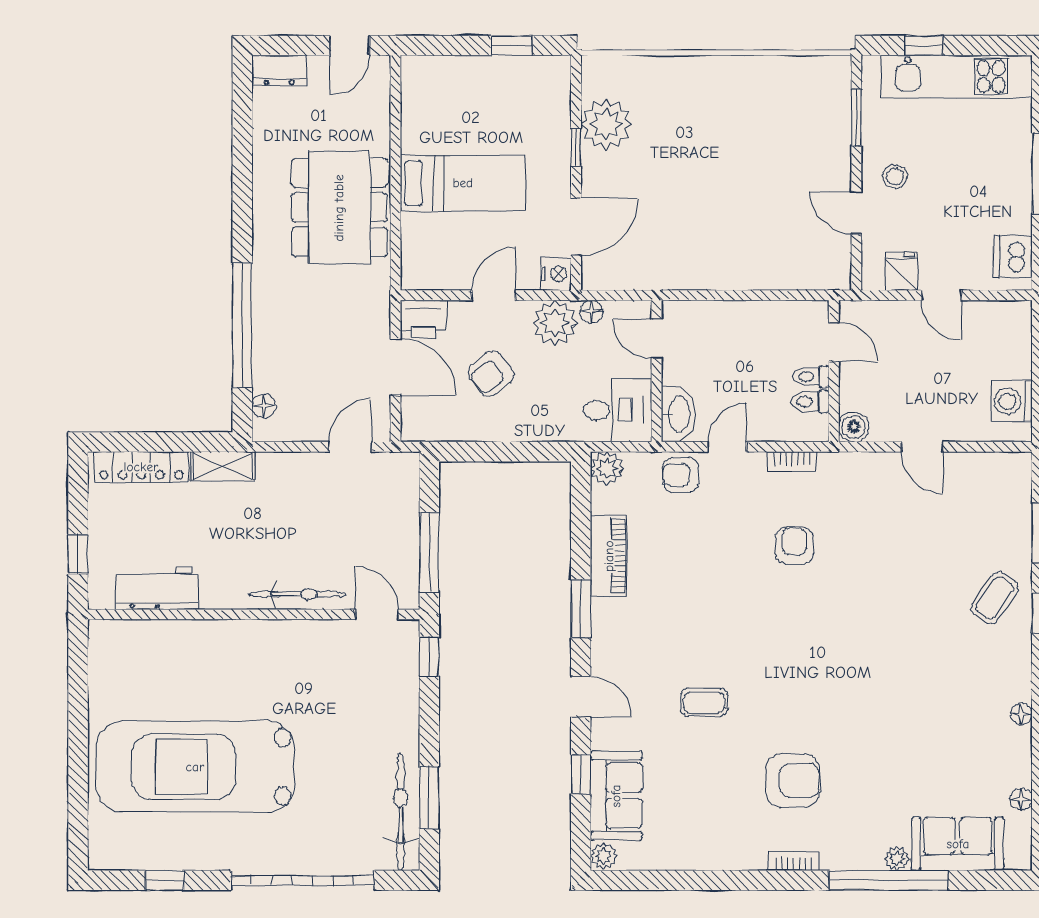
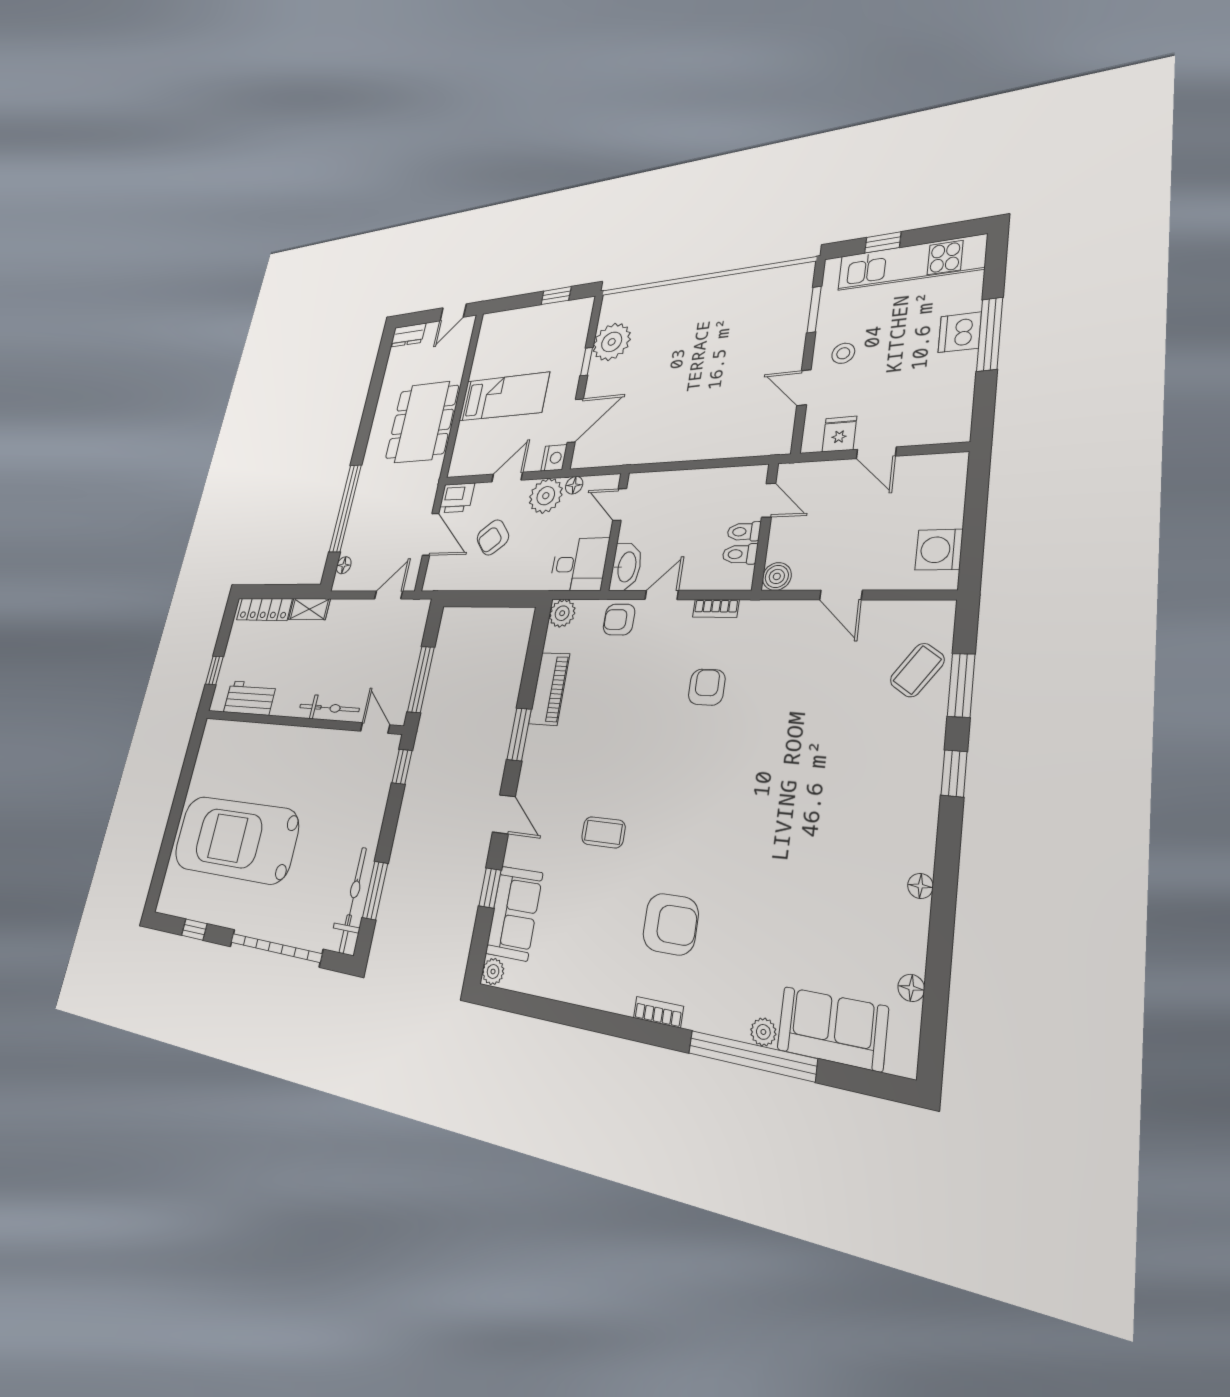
dishwasher: (1013, 257) -> (960, 332), moved
coffee table: (995, 598) -> (917, 670), moved

